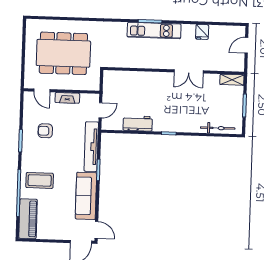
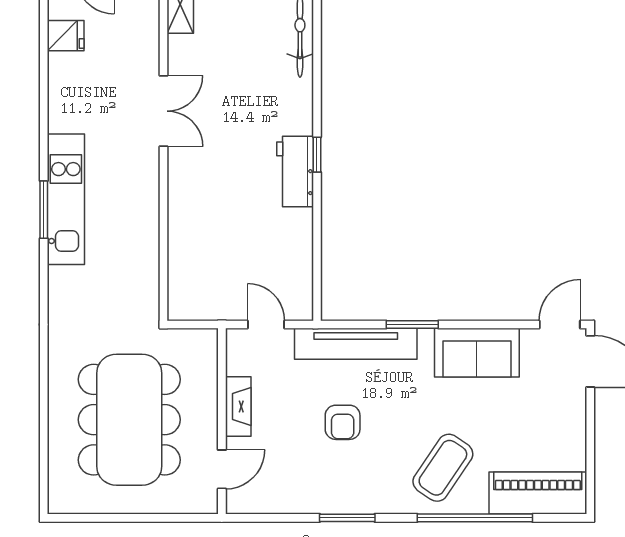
fridge: (202, 32) -> (66, 36), moved
workbench: (138, 123) -> (295, 171), moved
armchair: (45, 131) -> (343, 422), moved
coffee table: (40, 180) -> (443, 468), turned 34
sofa: (86, 196) -> (477, 353), width x0.73

